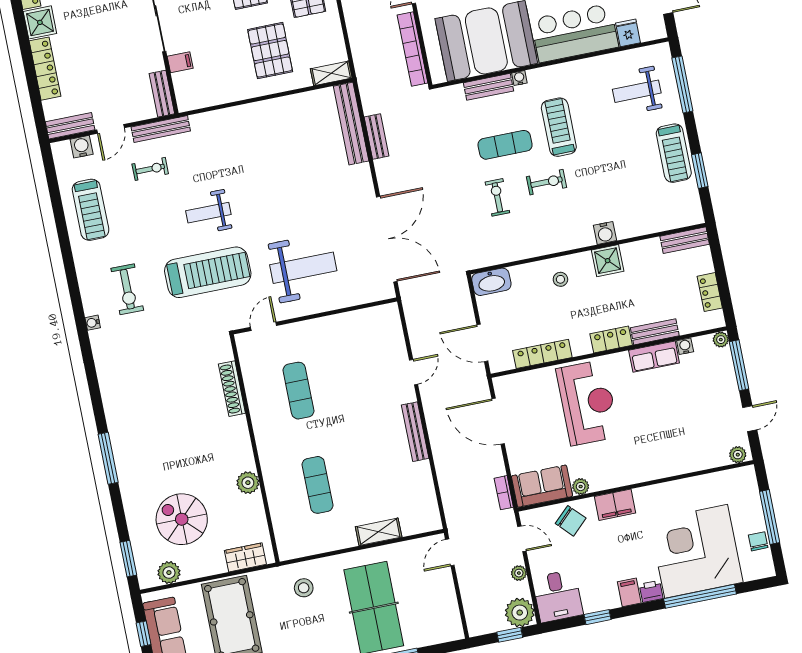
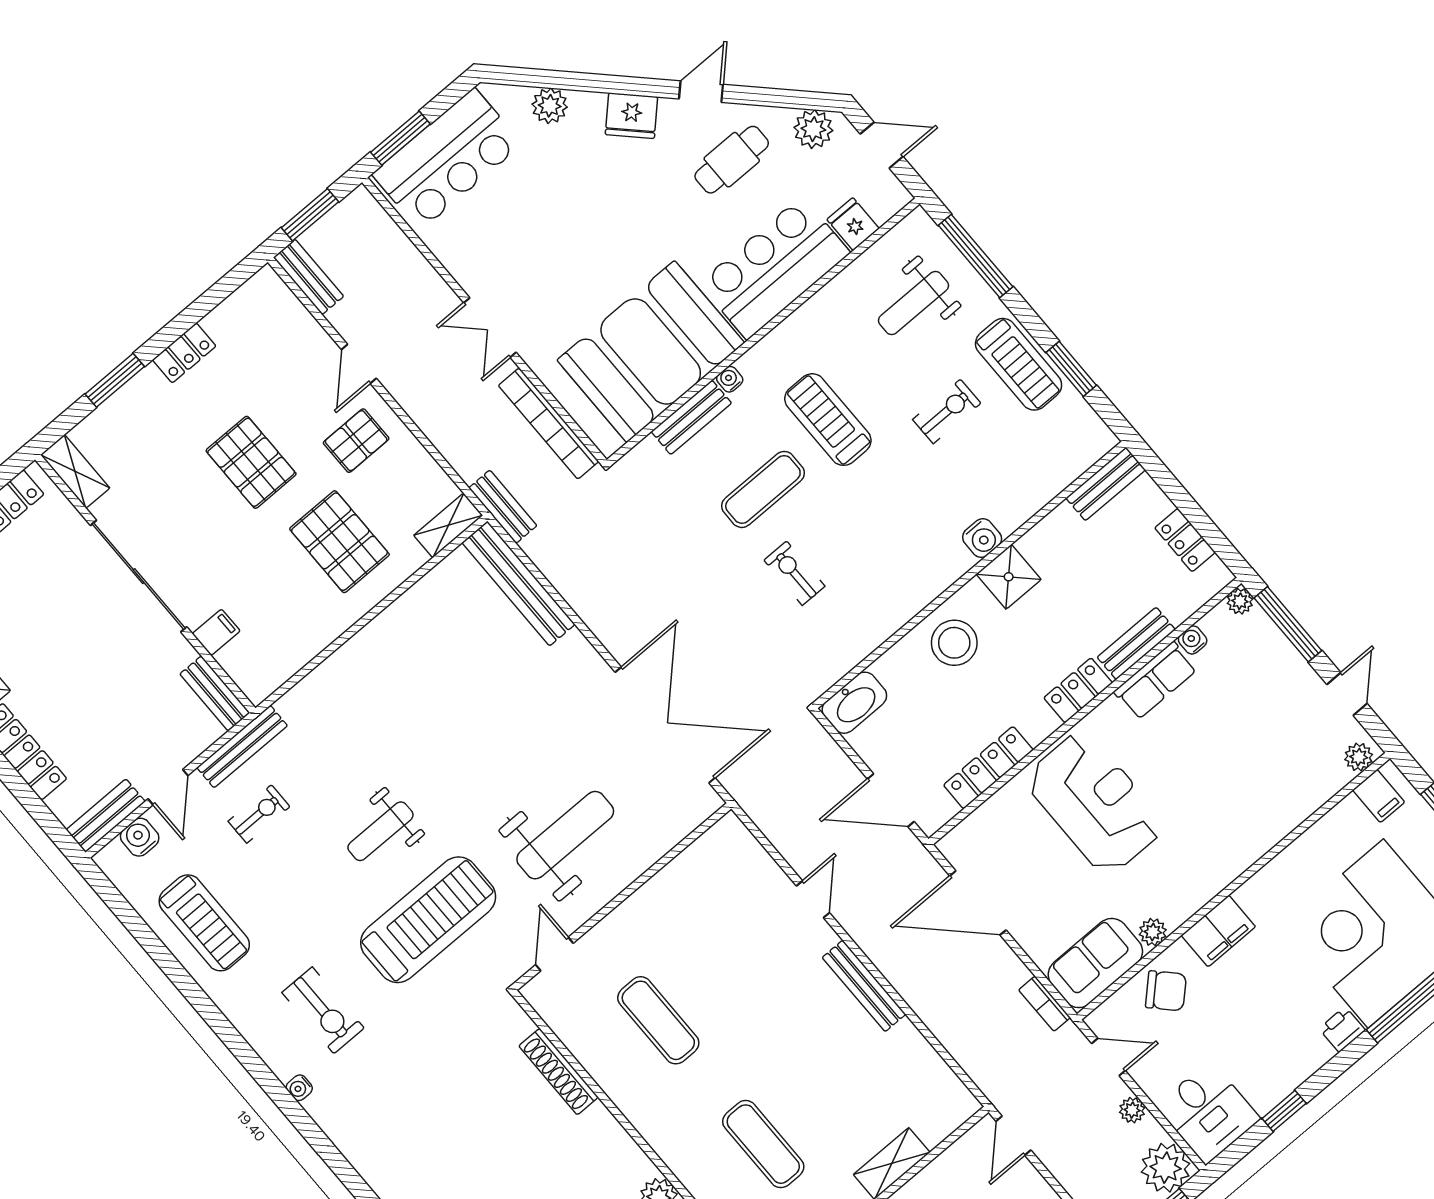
bench: (377, 137) -> (503, 507), moved
exercise bike: (547, 182) -> (947, 411), moved
stool: (560, 279) -> (954, 643), width x1.89, depth x1.89
filing cabinet: (629, 592) -> (1379, 796), moved, turned 180

